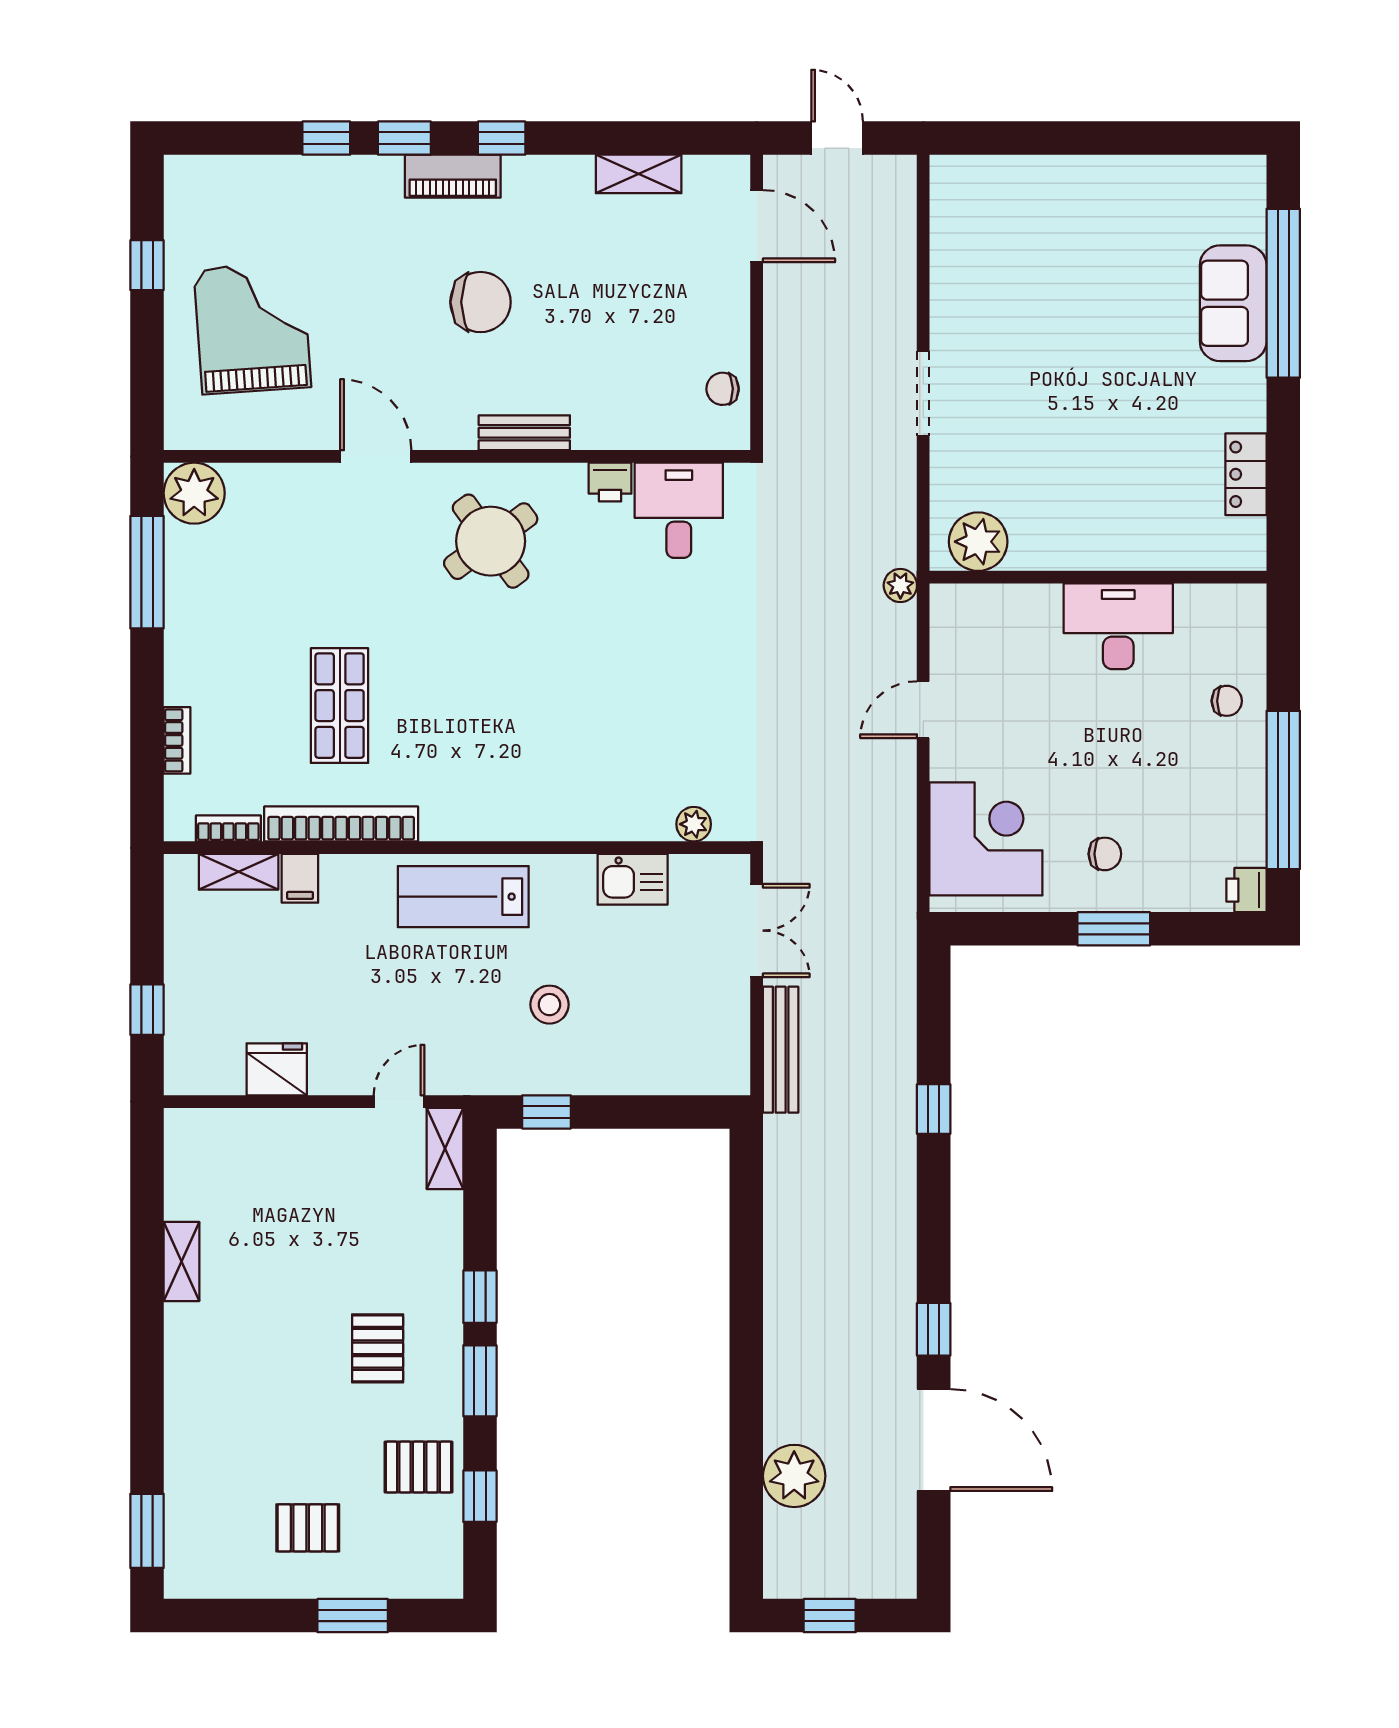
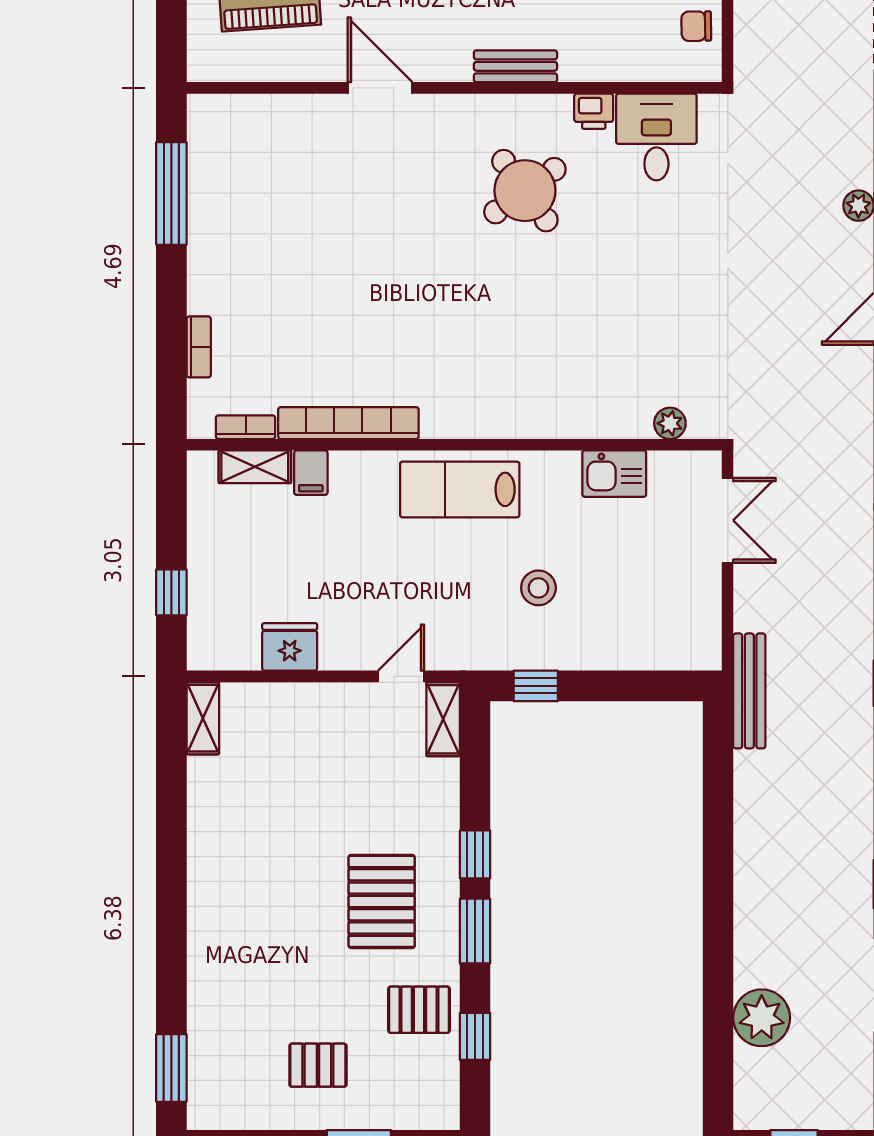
plant: (194, 493) -> (214, 121), removed
round table: (491, 541) -> (525, 191), moved
shop shelf: (340, 706) -> (347, 315), removed
bench: (781, 1050) -> (749, 691), moved
shelving: (181, 1261) -> (203, 718), moved
pallet: (378, 1348) -> (382, 901), width x1.50, depth x1.42

